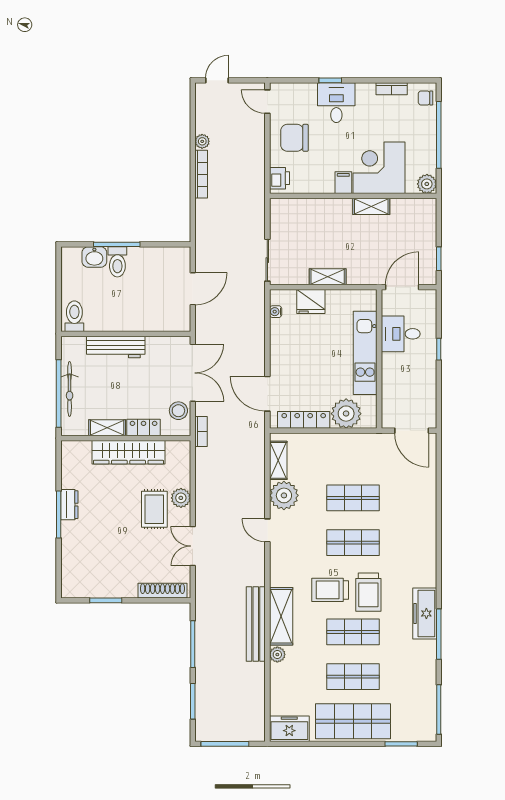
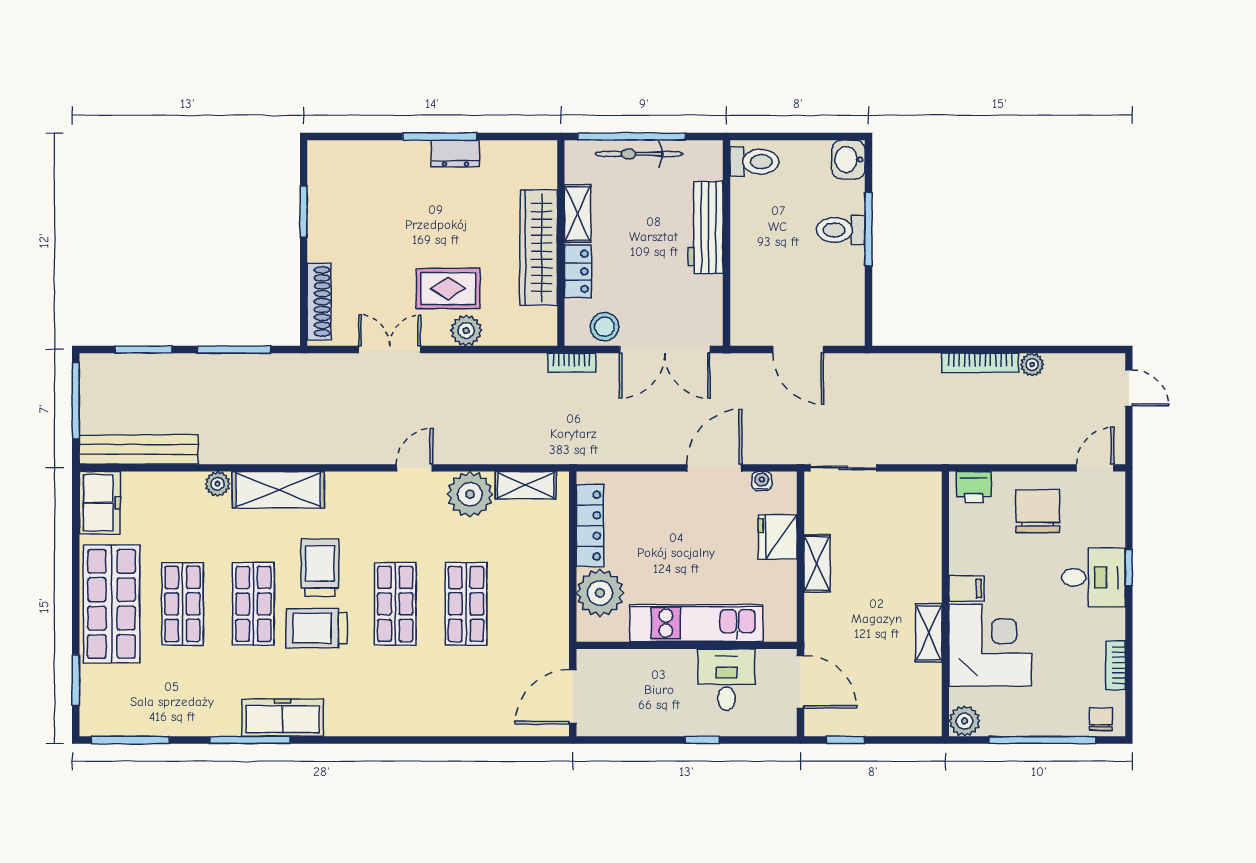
washbasin: (94, 257) -> (848, 160), moved
door: (267, 394) -> (714, 468), moved
bench: (256, 624) -> (139, 450), moved

